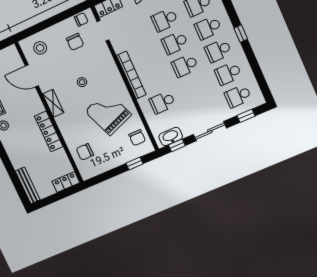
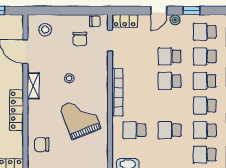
school desk: (185, 65) -> (170, 130), moved
chair: (137, 138) -> (97, 153), removed

